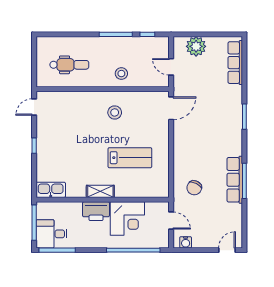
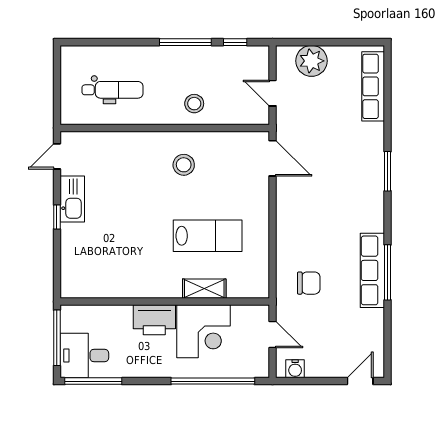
door: (171, 108) -> (272, 158), hinge flipped
chair: (194, 188) -> (309, 283), turned -117
kitchen sink: (51, 190) -> (72, 199), moved, turned 90
shelving: (100, 191) -> (204, 289), moved

